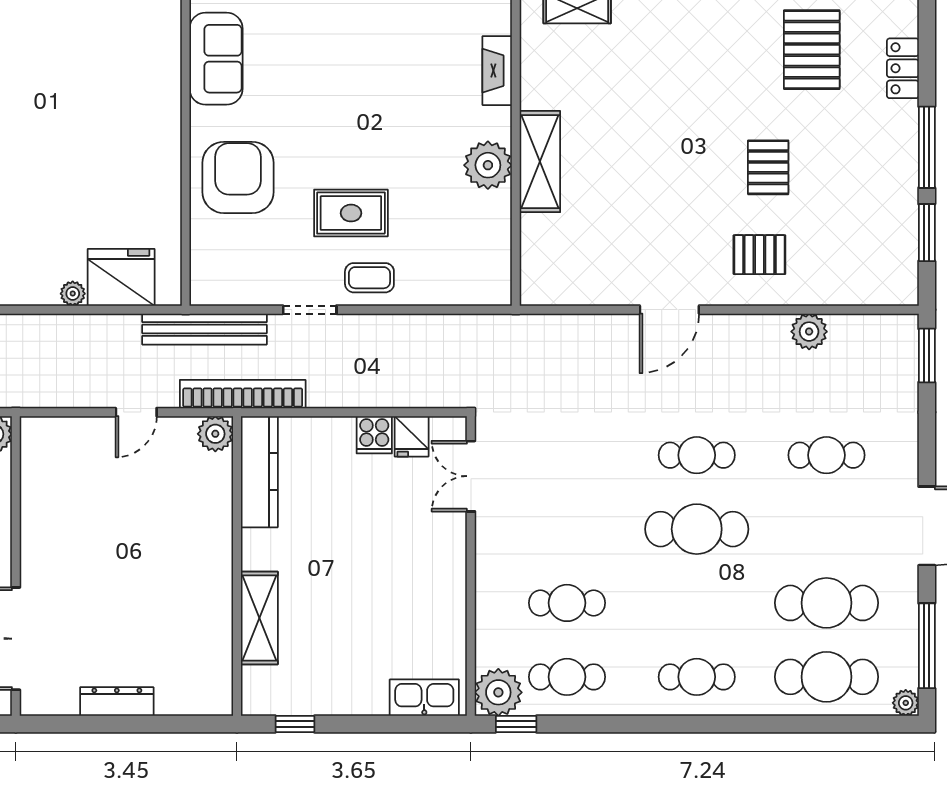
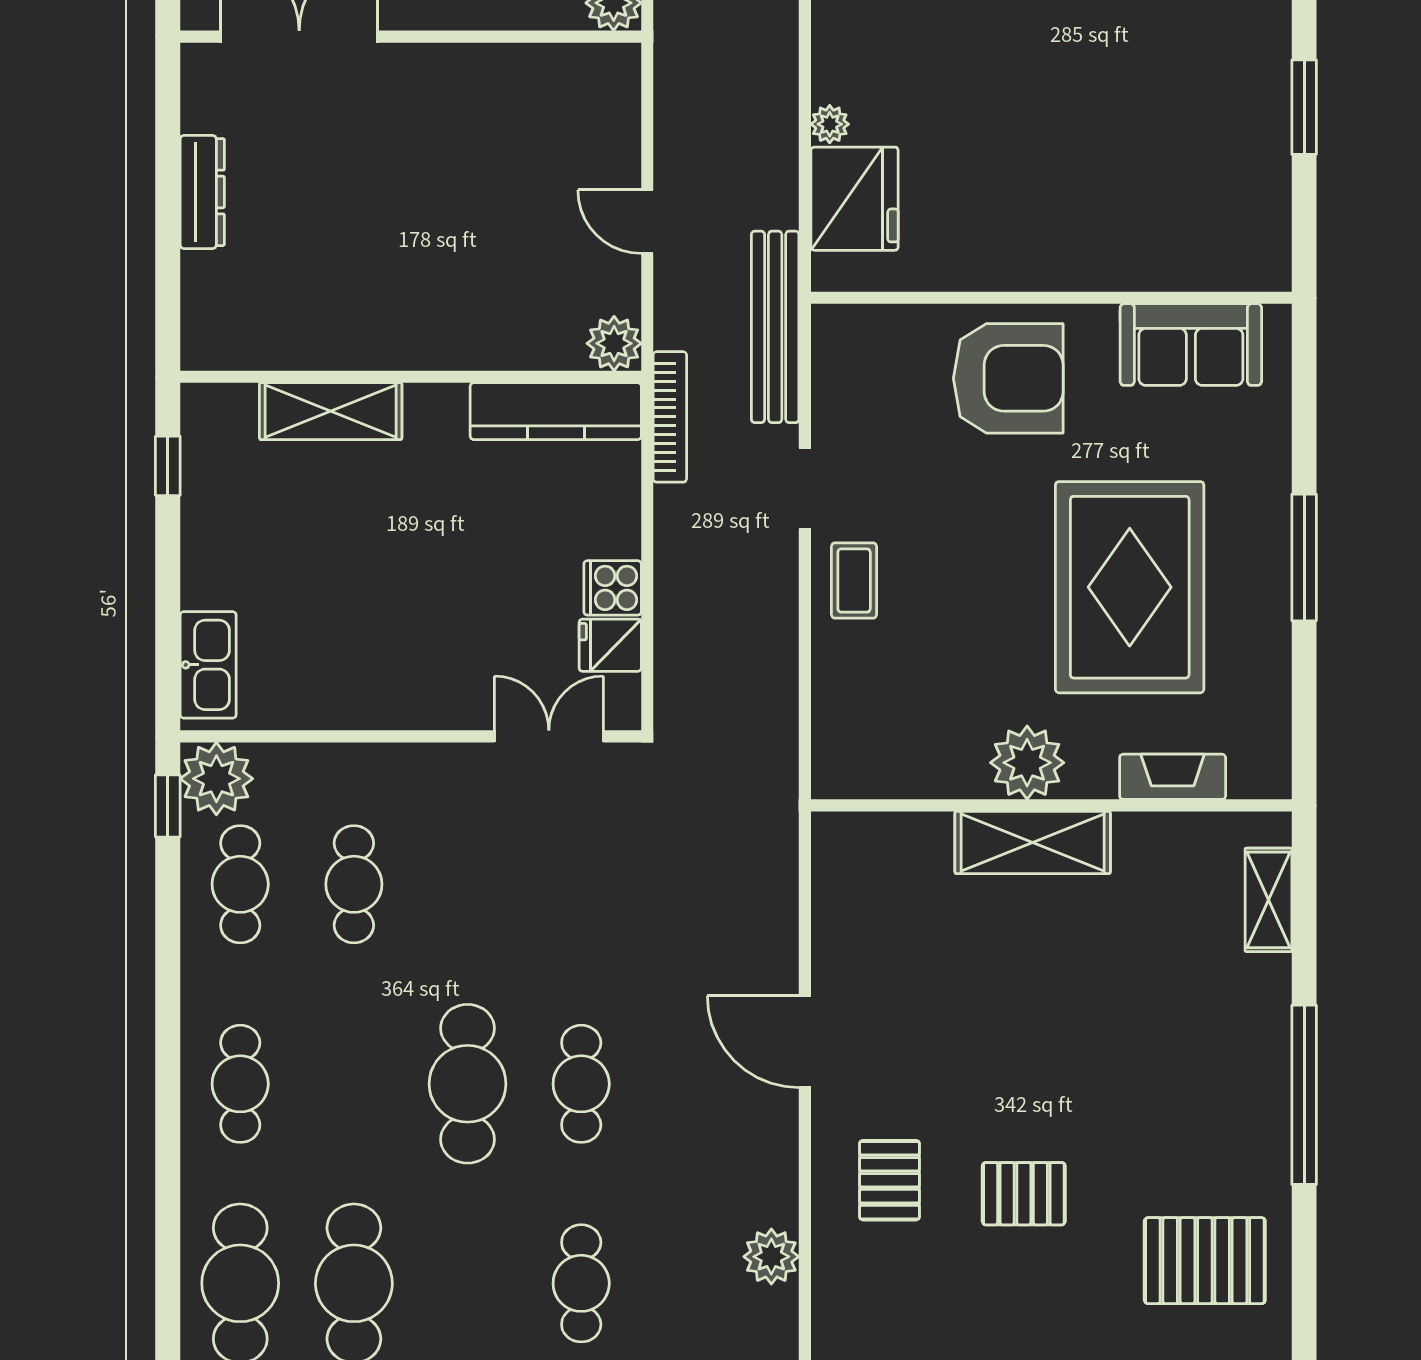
rug: (351, 213) -> (1130, 587), moved, width x1.86, depth x2.06
bookcase: (243, 394) -> (670, 417), width x0.68, depth x0.76

